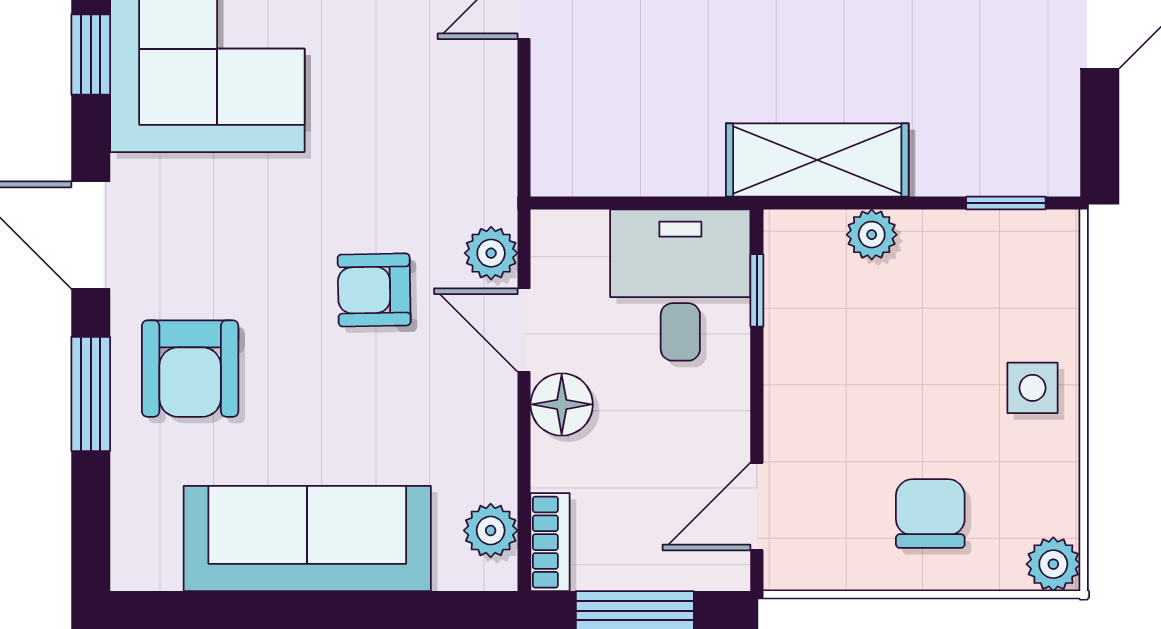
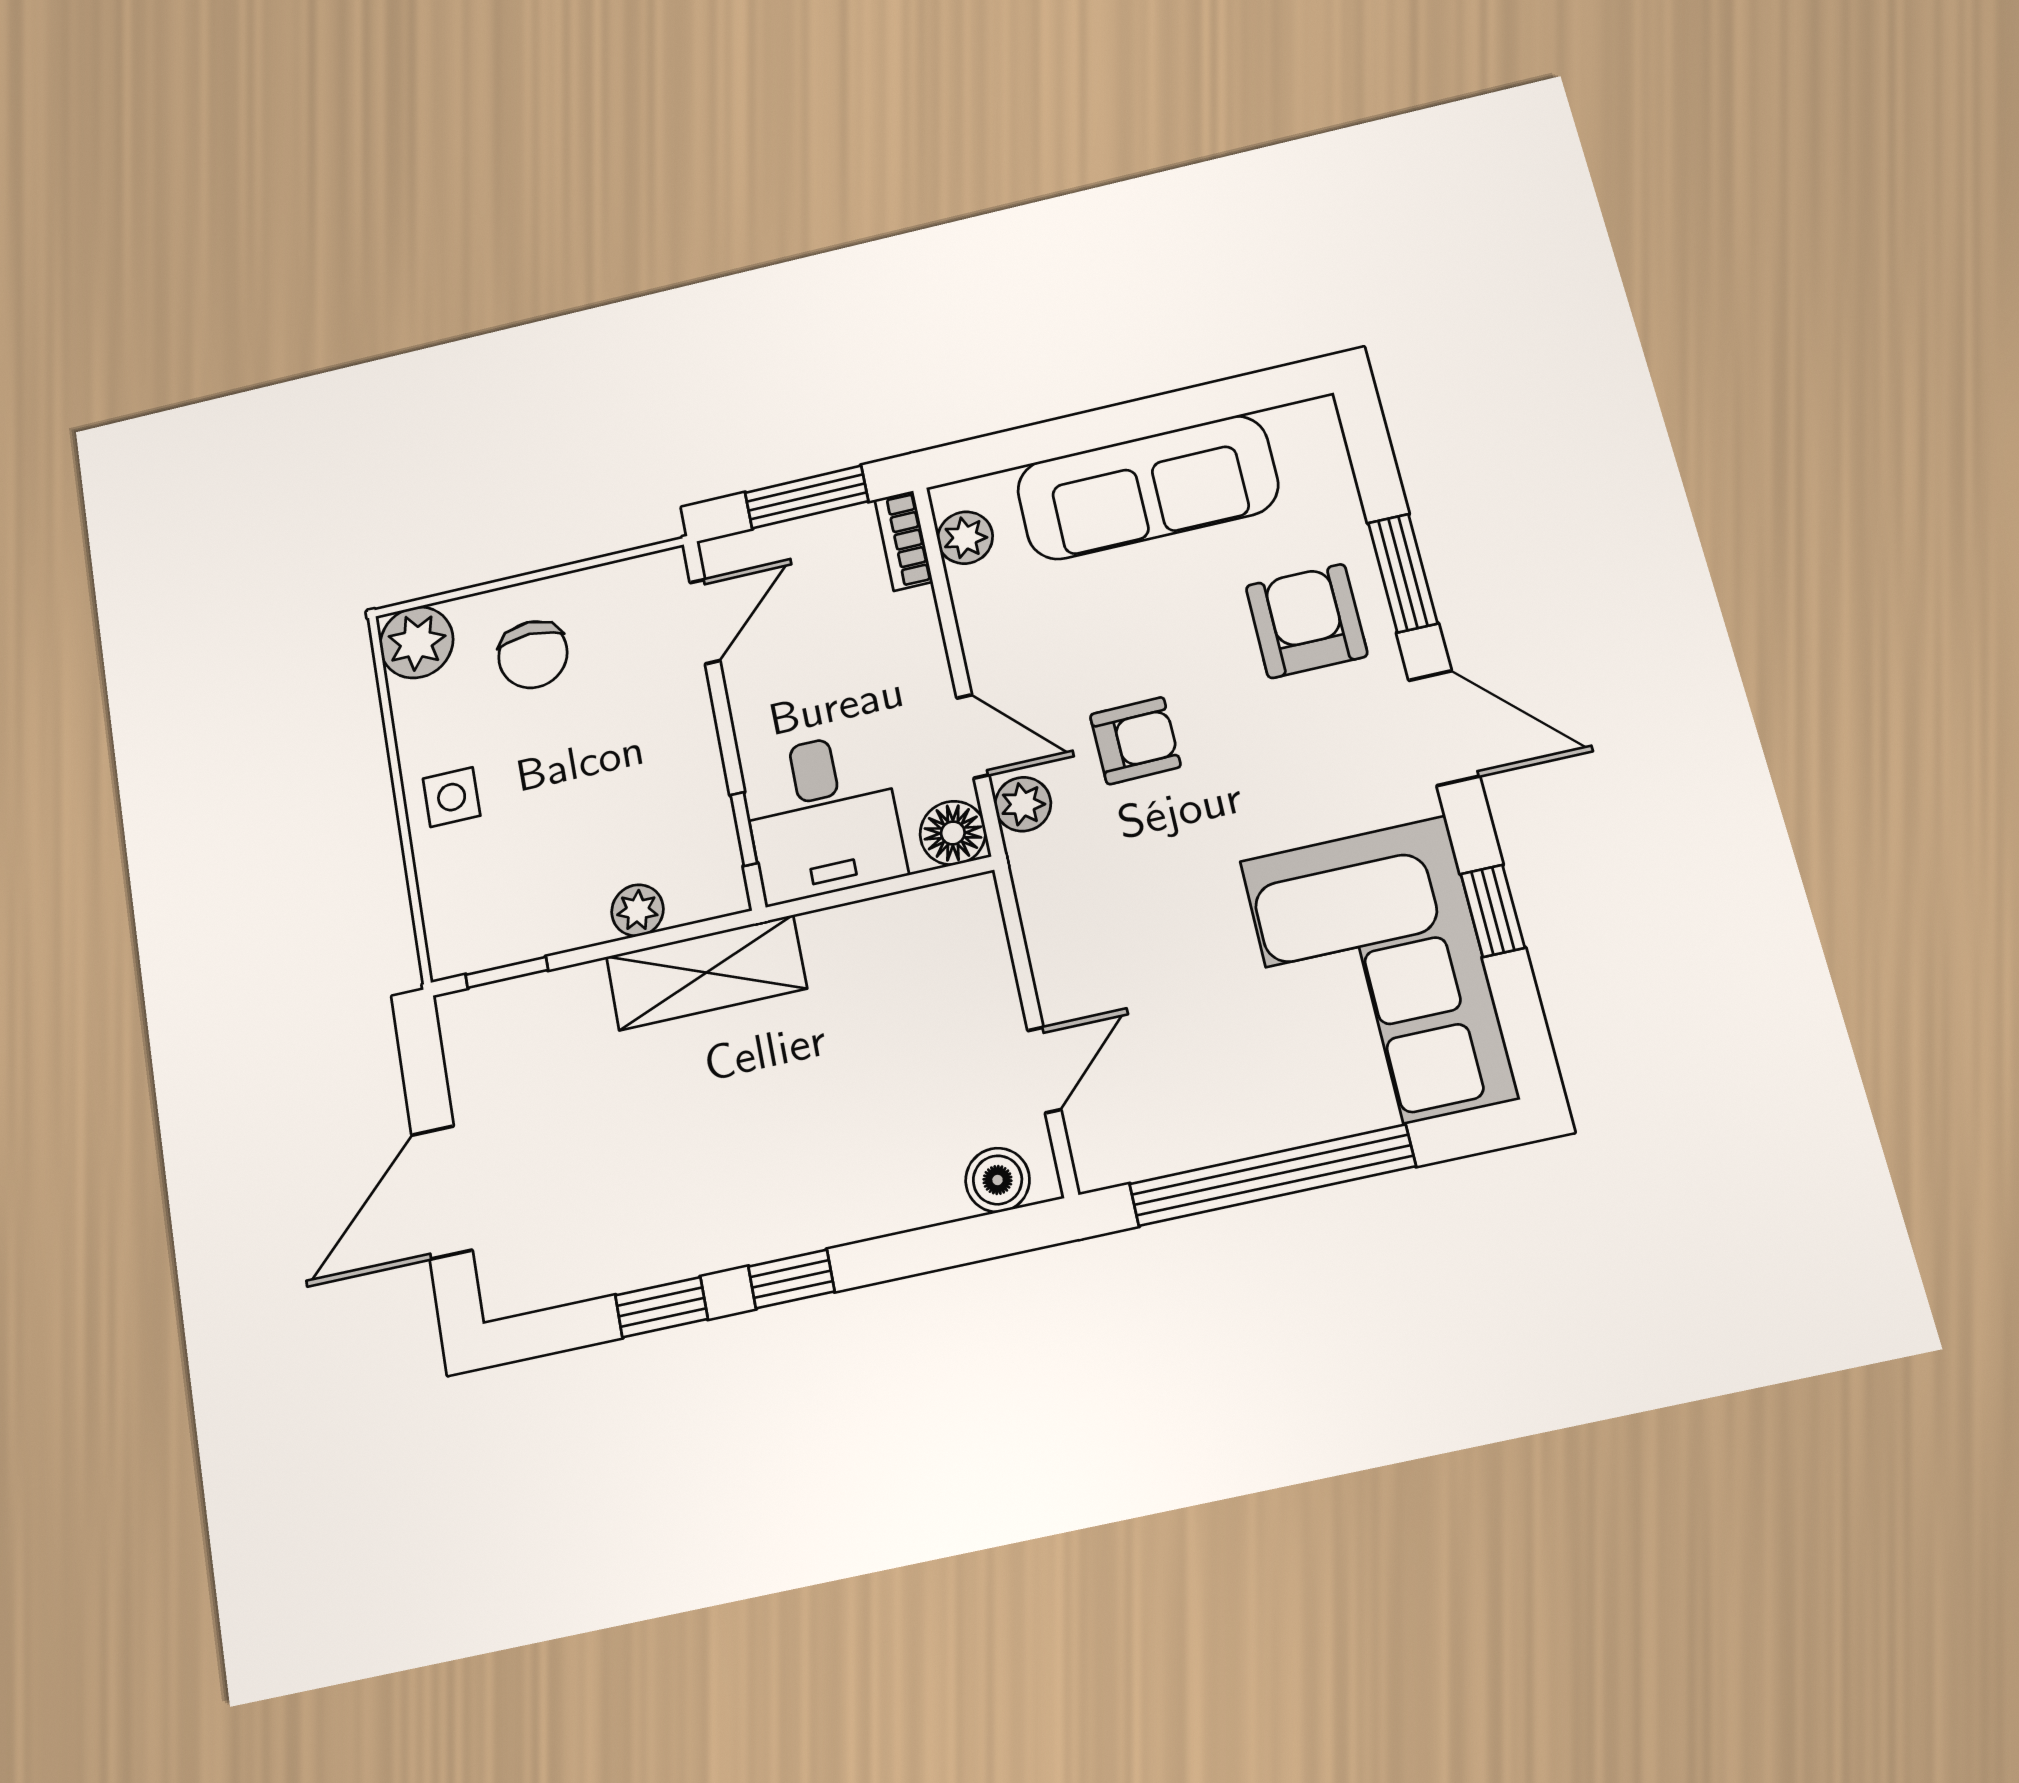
floor lamp: (562, 404) -> (953, 833), moved
plant: (1053, 564) -> (417, 642), width x1.38, depth x1.38

